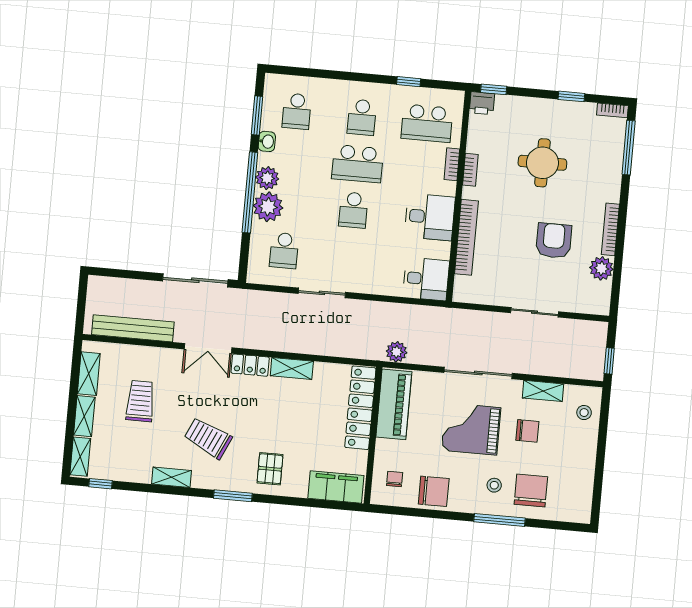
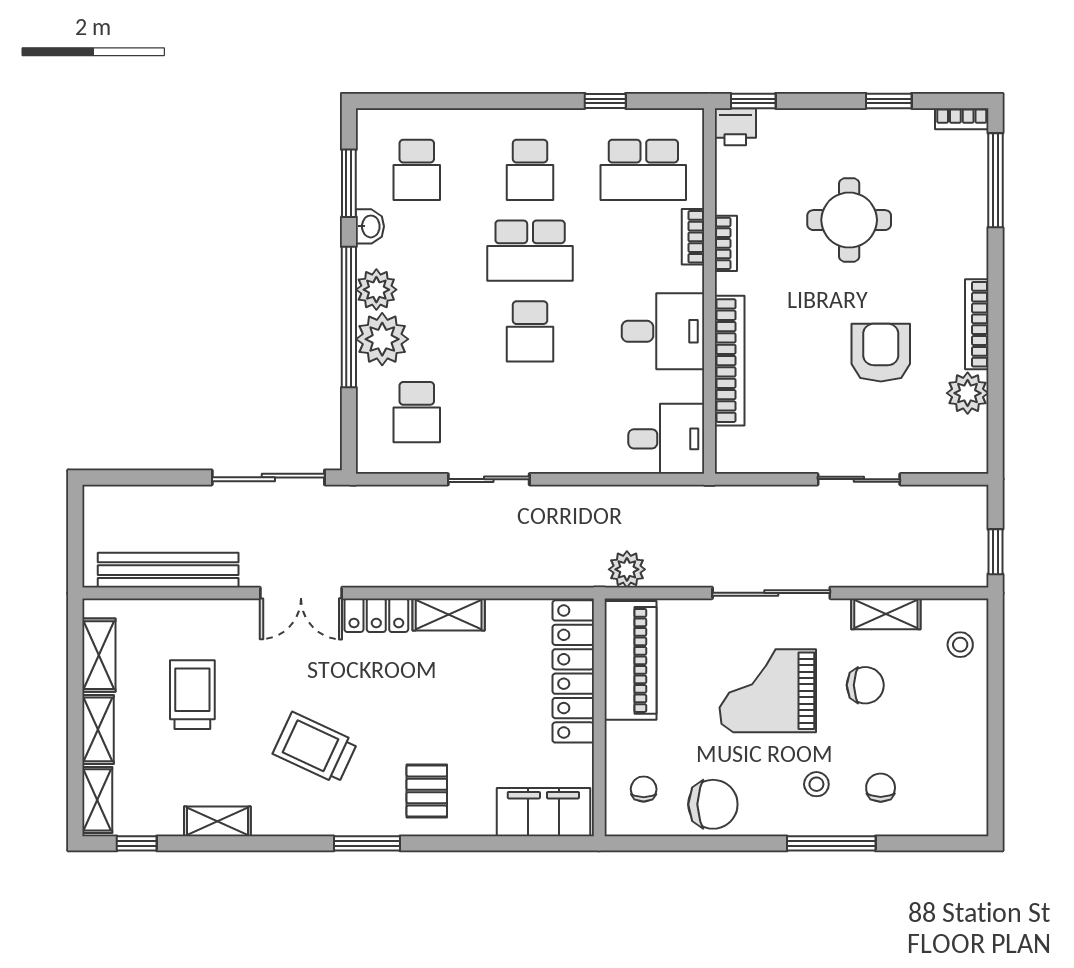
shelving: (171, 477) -> (217, 821), moved
chair: (531, 491) -> (881, 788), width x0.54, depth x0.54

